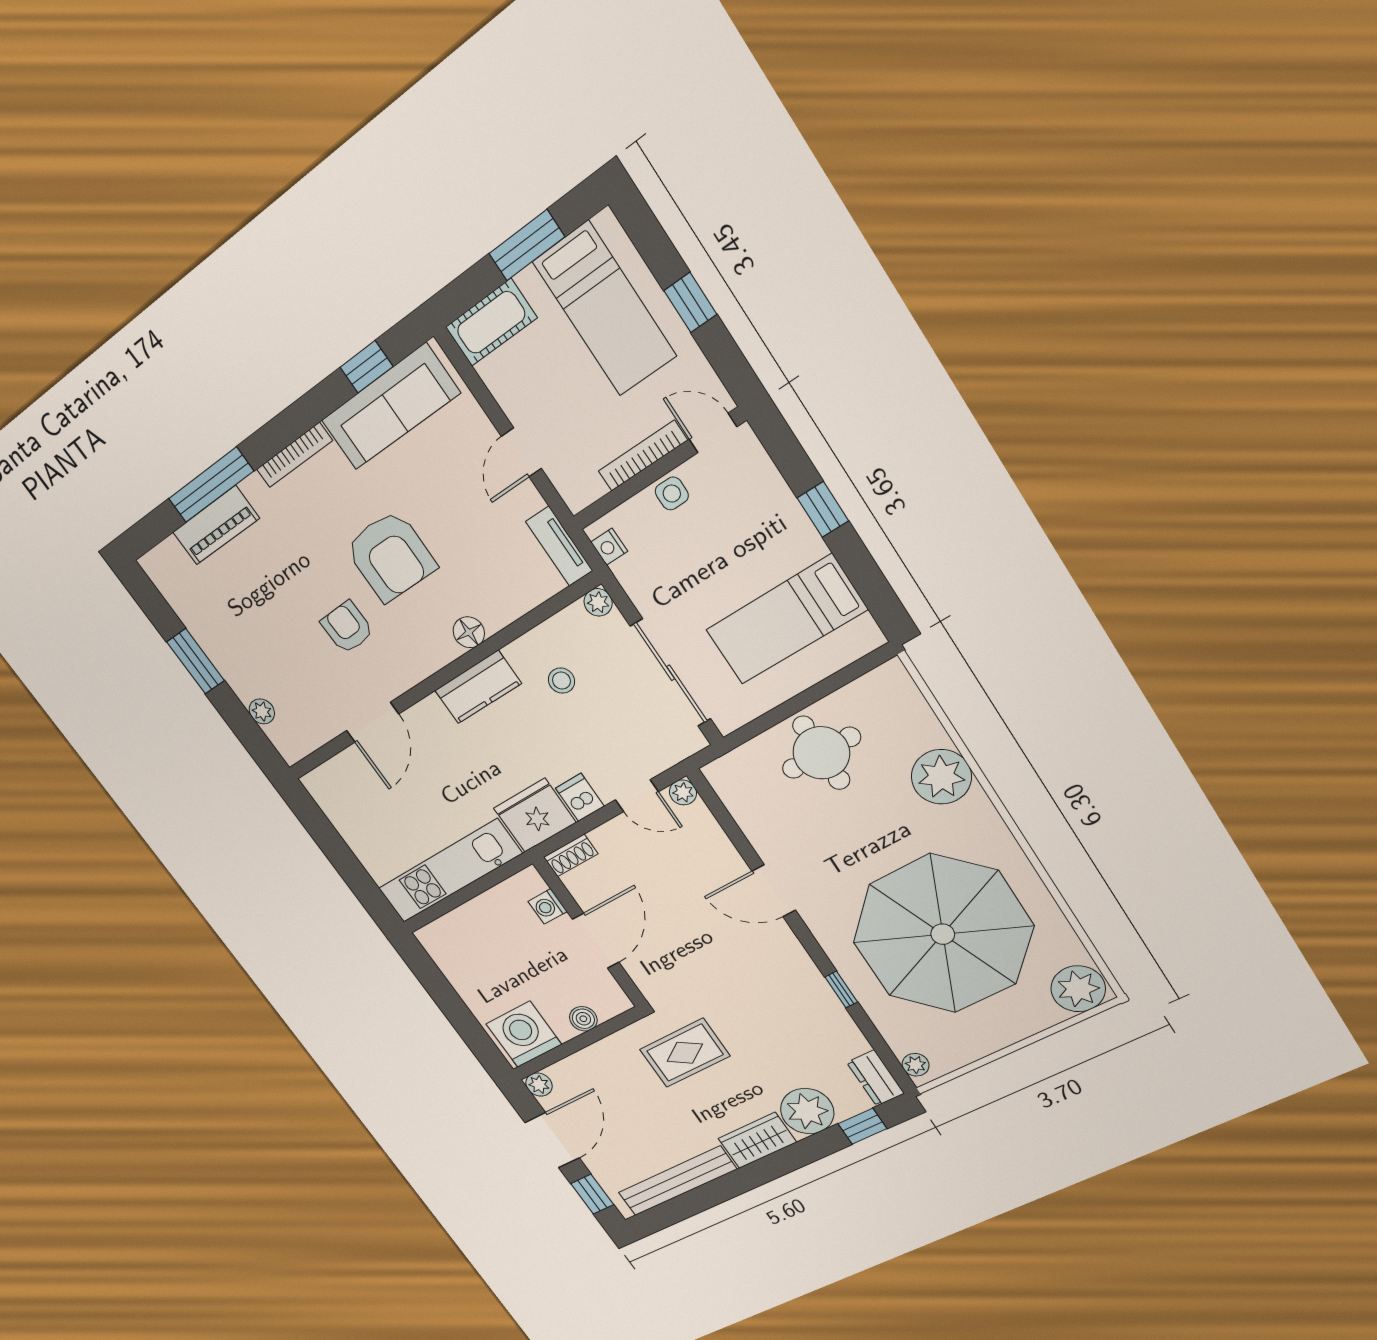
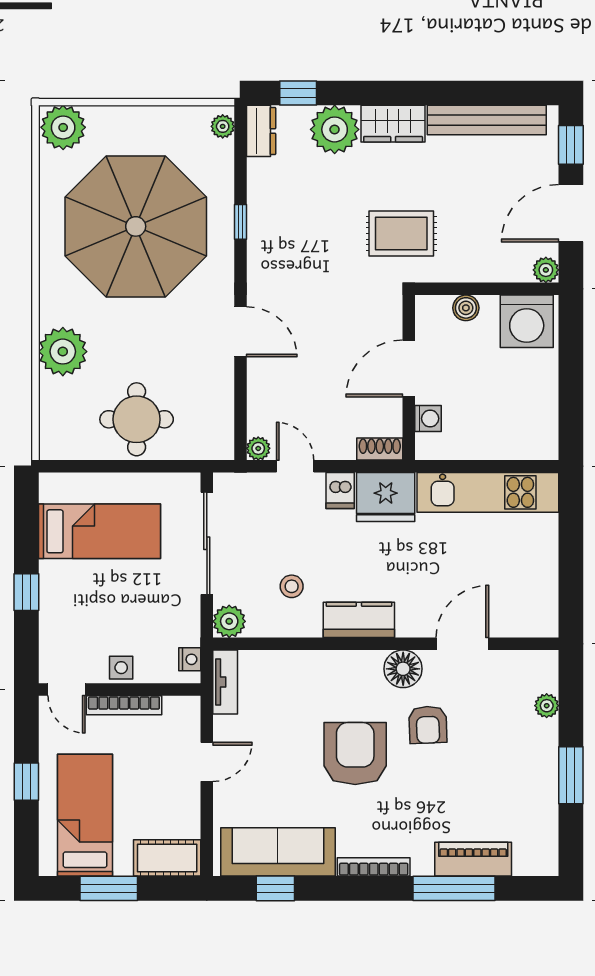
plant: (598, 602) -> (229, 621), width x1.38, depth x1.38
floor lamp: (469, 632) -> (403, 669), moved, width x1.38, depth x1.38

